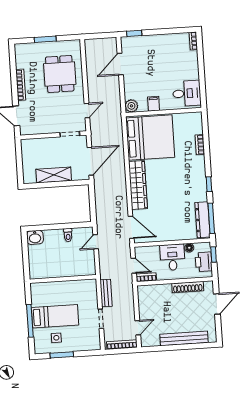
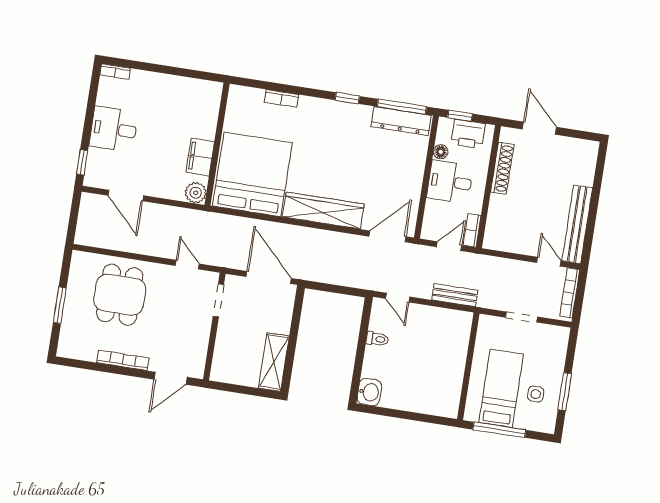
dining table: (60, 74) -> (120, 295), turned 90
desk: (187, 93) -> (114, 129), moved, turned -90
filing cabinet: (154, 104) -> (200, 157), width x2.00
shelving: (54, 175) -> (274, 362), moved
wall: (63, 279) -> (468, 366), moved
bench: (106, 293) -> (455, 295), moved
bench: (184, 338) -> (577, 224), moved

